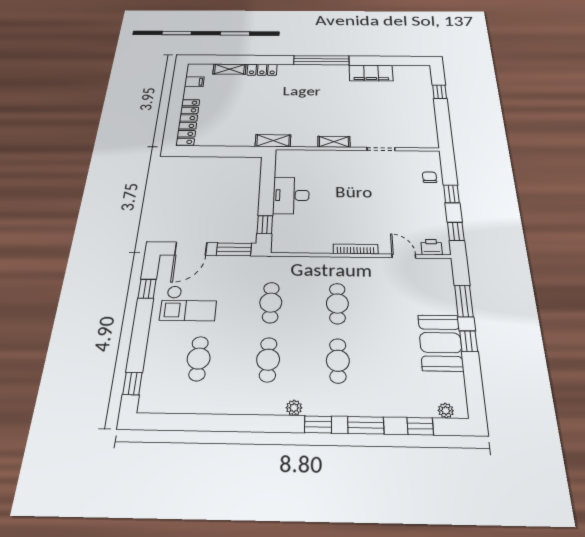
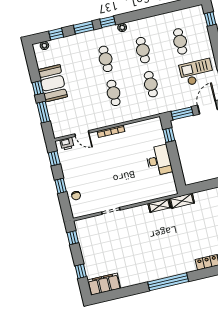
filing cabinet: (371, 73) -> (104, 284), moved
window: (444, 129) -> (73, 238), added
shelving: (334, 142) -> (159, 206), moved

